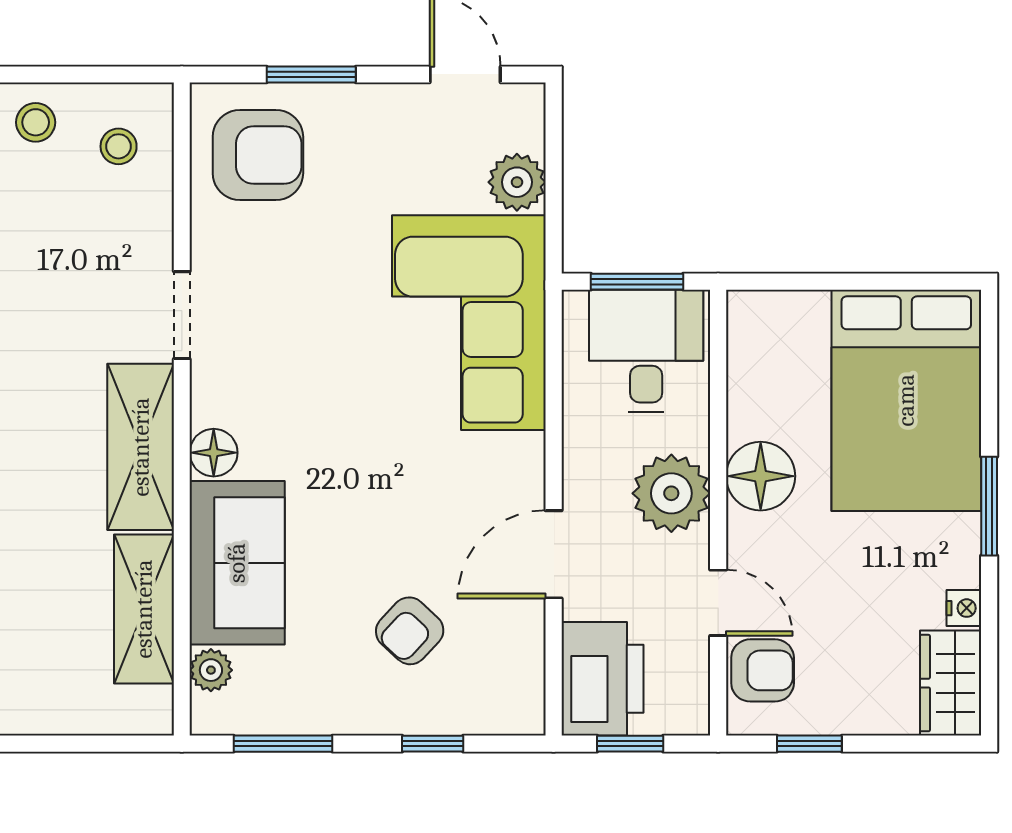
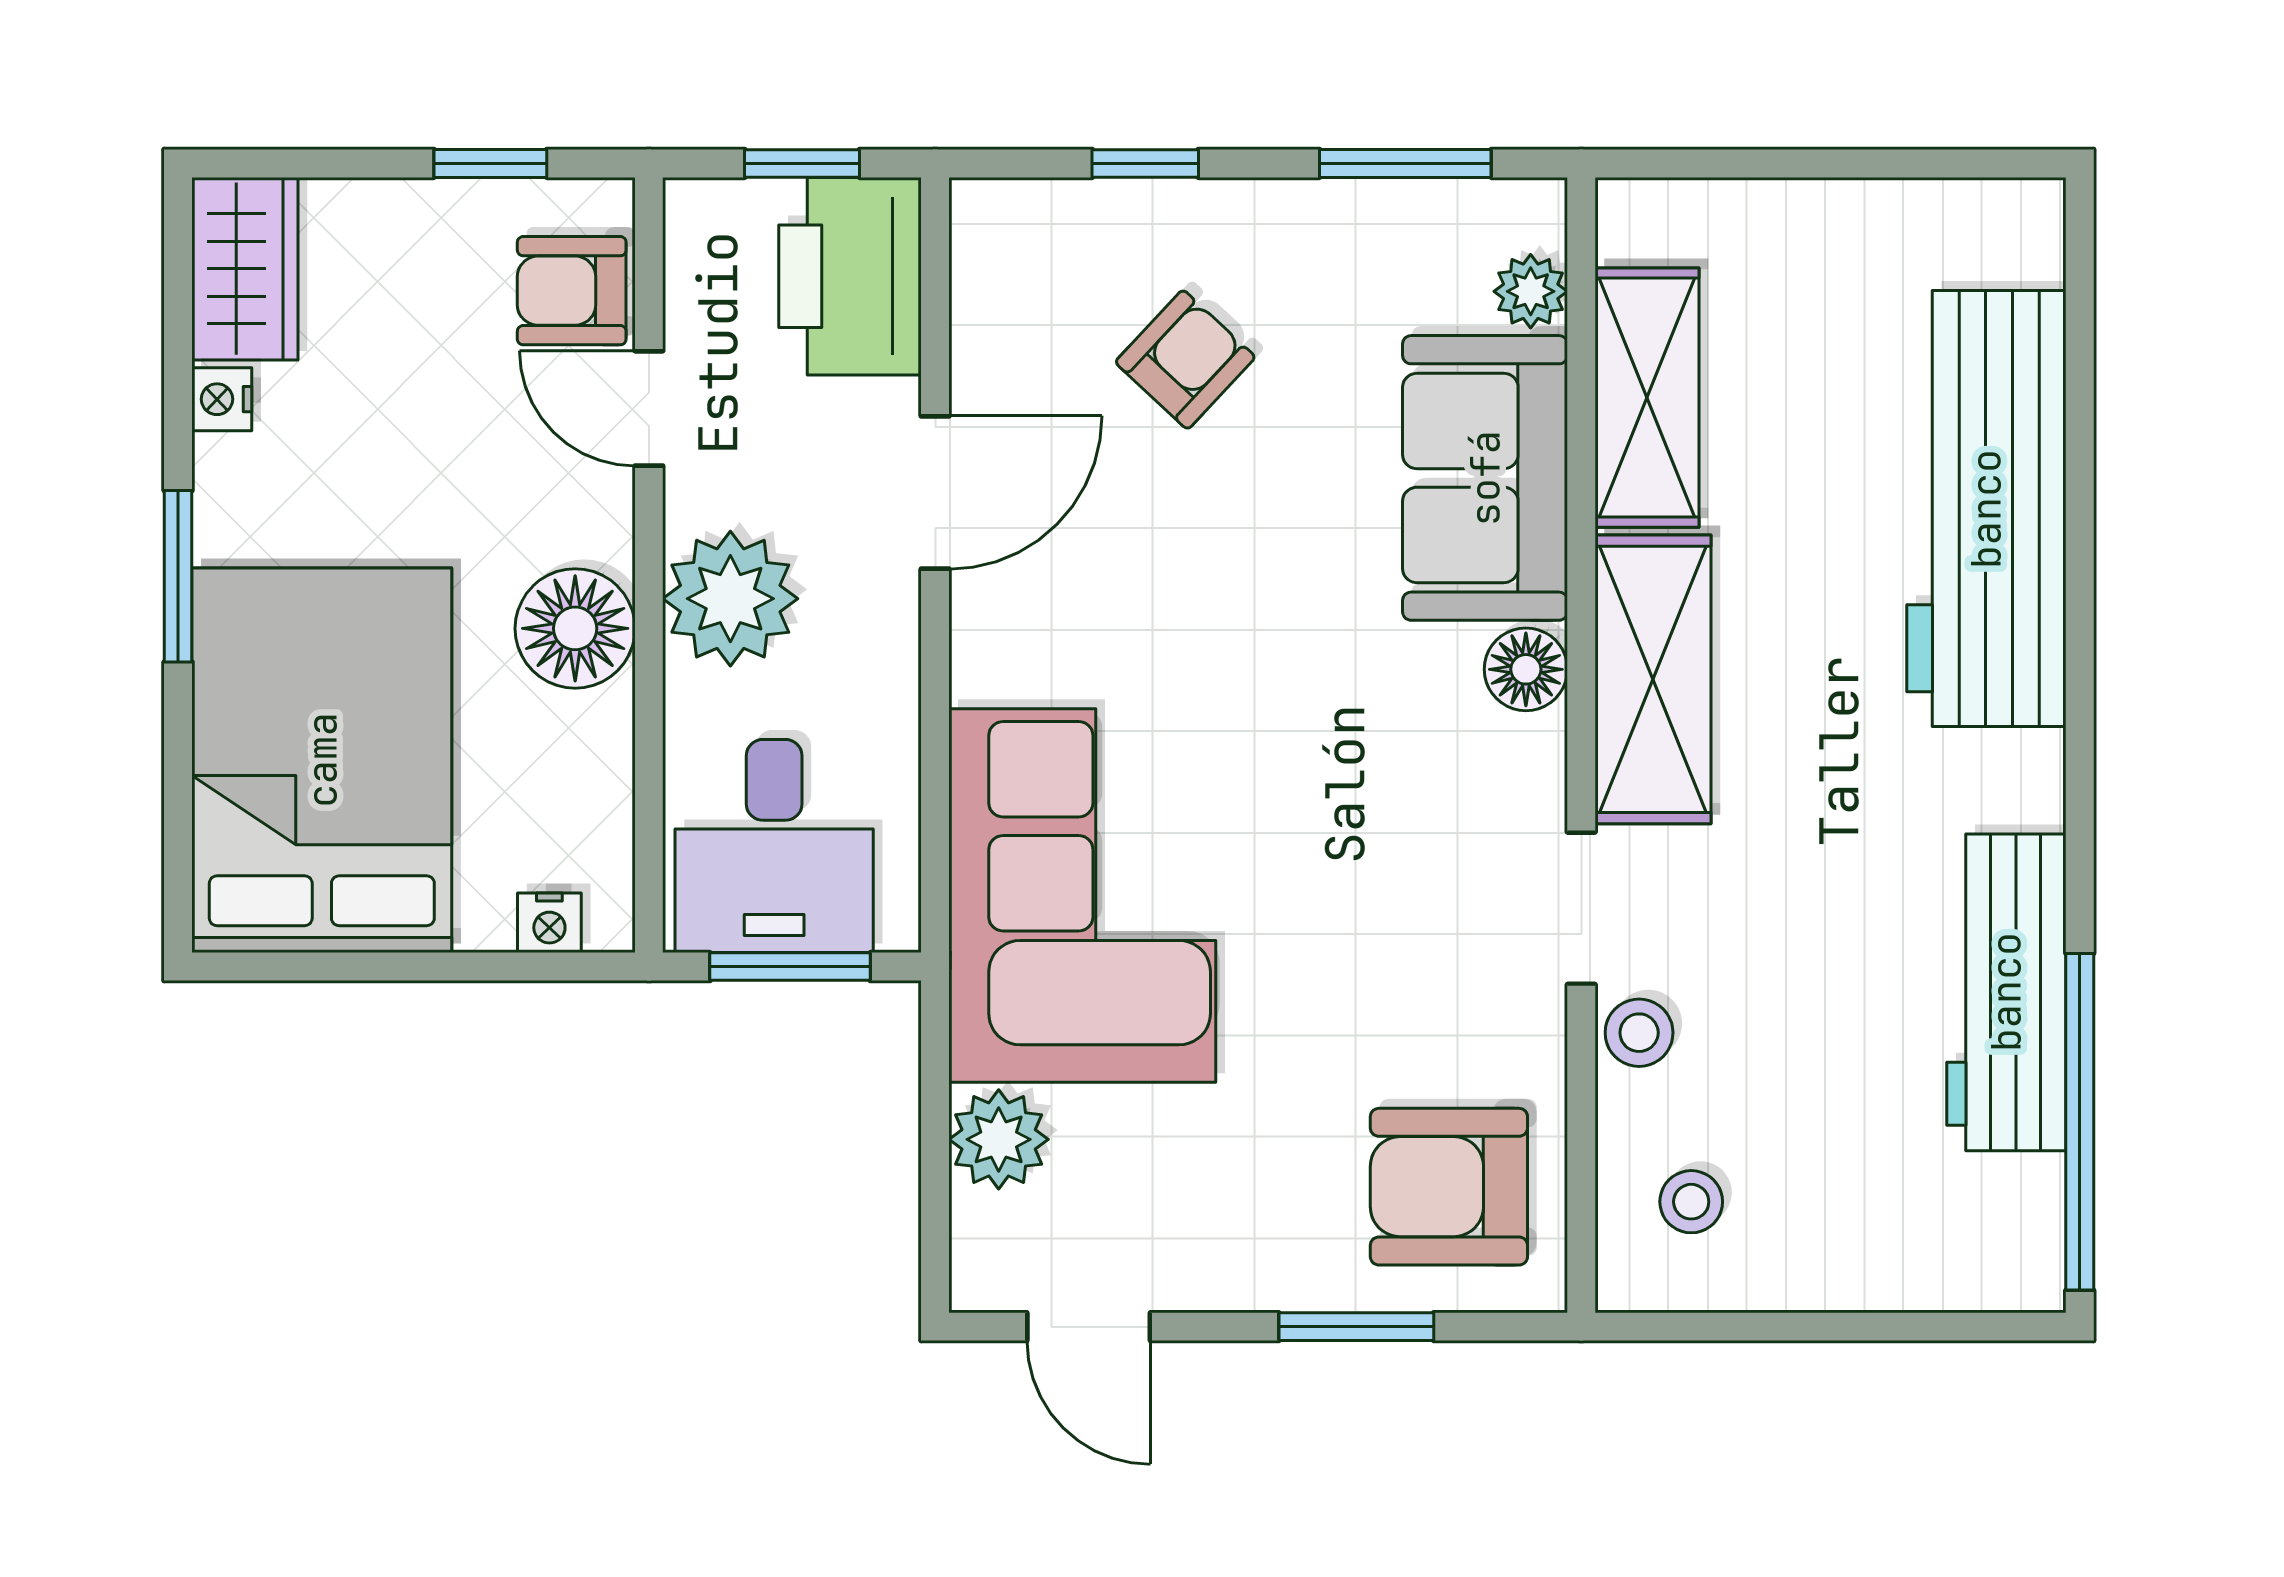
stool: (36, 122) -> (1639, 1033), moved
nightstand: (775, 307) -> (549, 923), added

